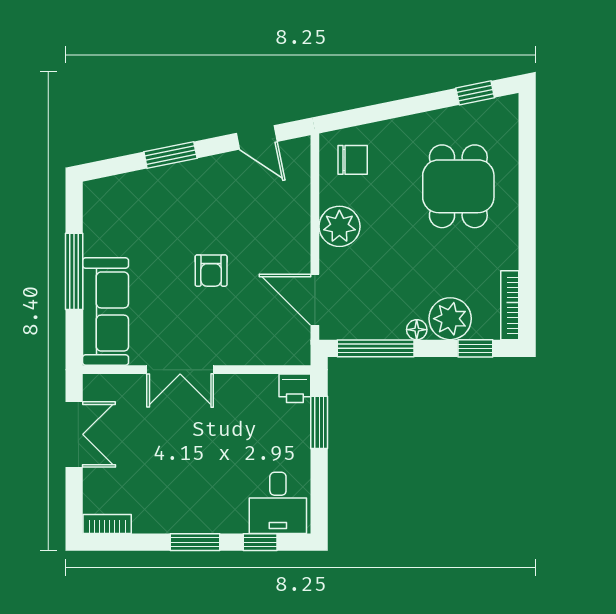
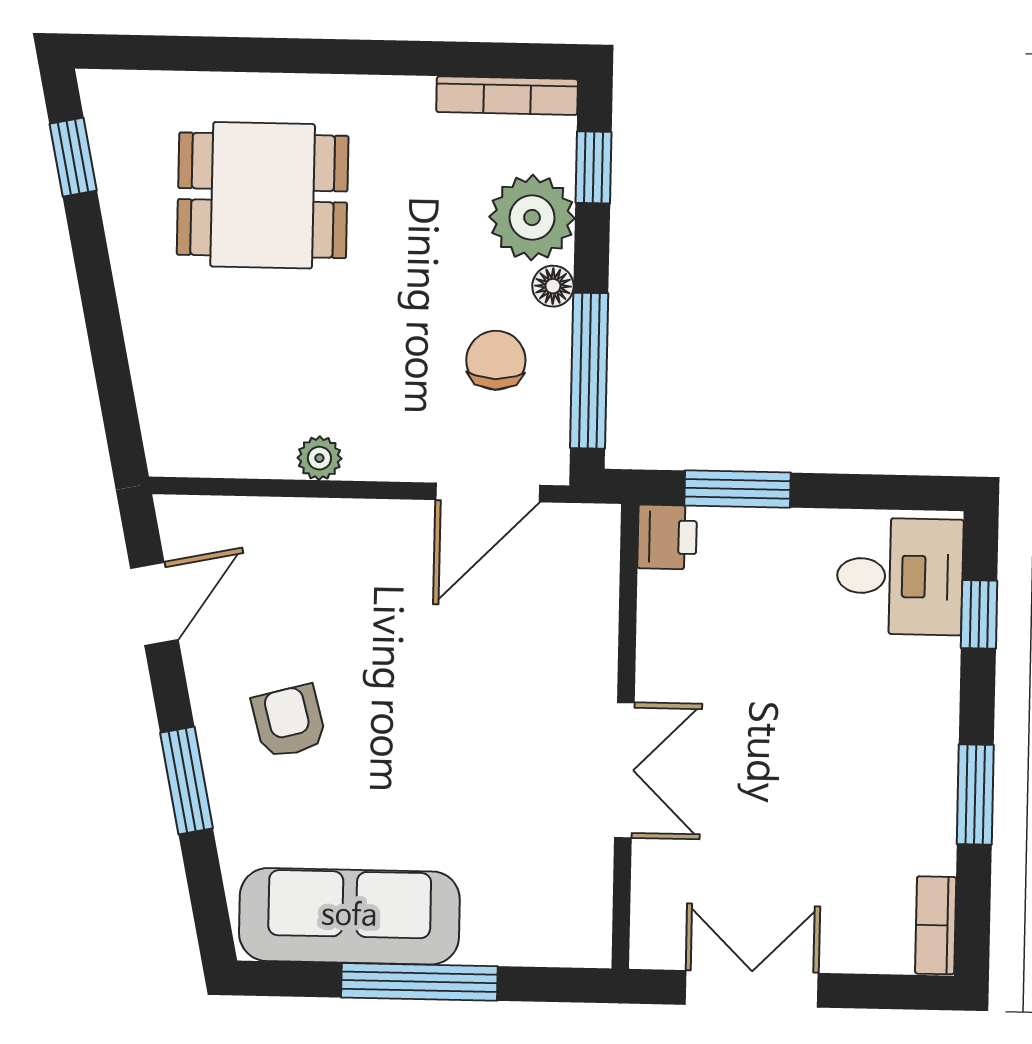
chair: (353, 160) -> (496, 360), moved
plant: (339, 226) -> (319, 458), width x0.53, depth x0.53
armchair: (211, 271) -> (289, 721), moved, turned -105
sofa: (106, 312) -> (349, 916), moved
window: (195, 542) -> (975, 794), moved

